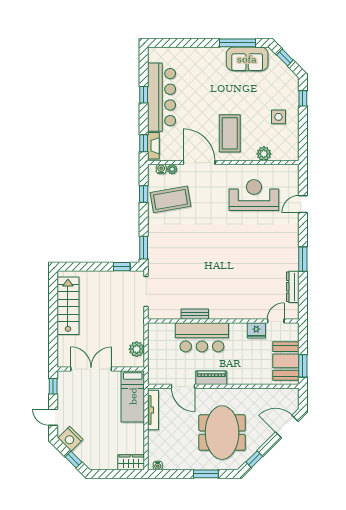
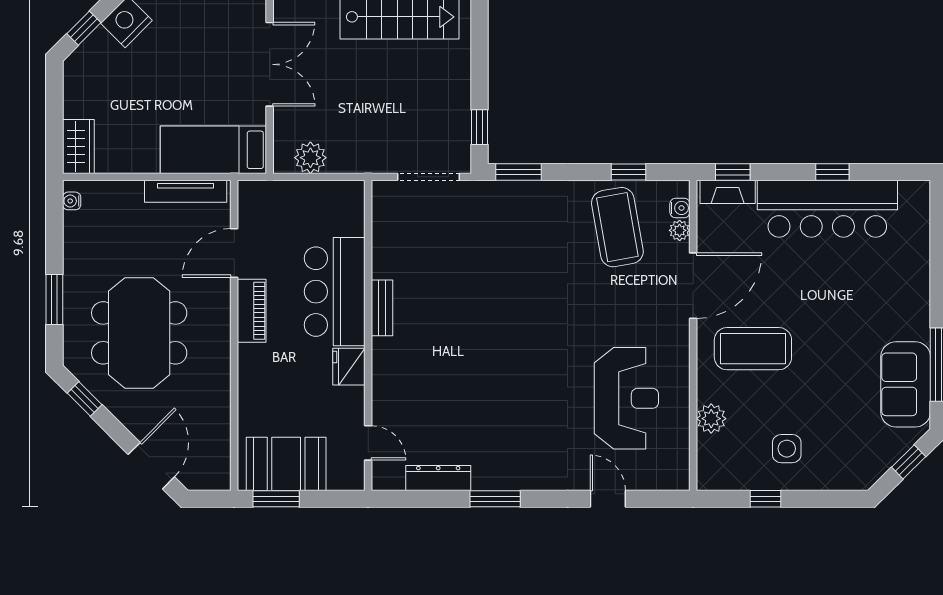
window: (303, 98) -> (765, 499), moved
bench: (195, 314) -> (382, 308), moved
fridge: (256, 330) -> (349, 367), moved
meeting table: (222, 433) -> (139, 333), turned 90

